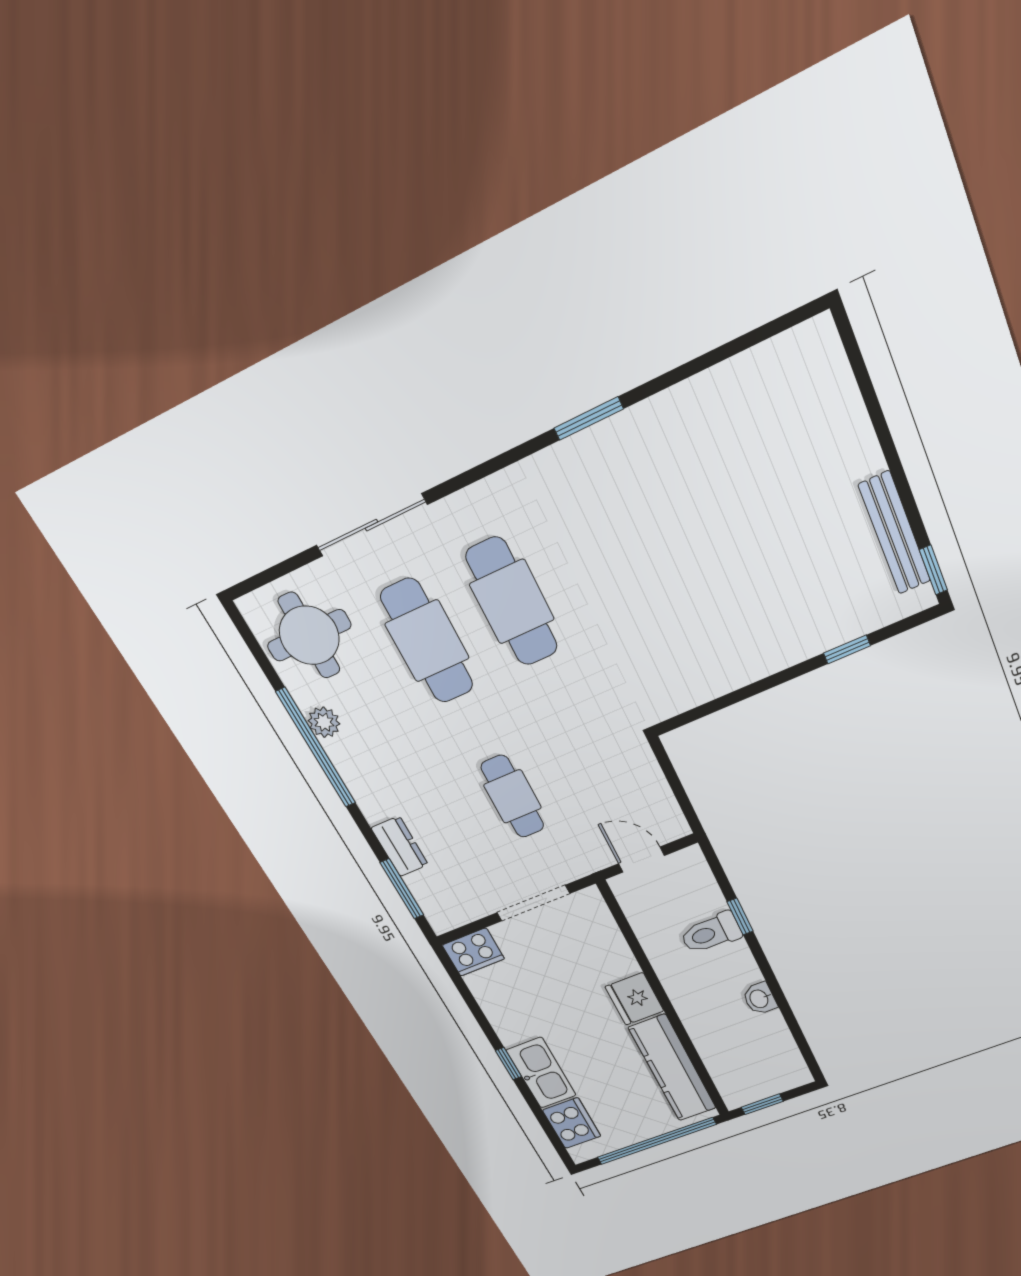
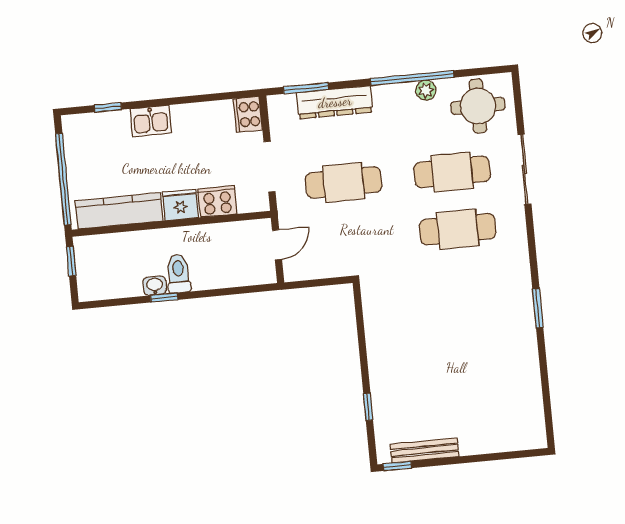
cafe table: (513, 796) -> (344, 182), width x1.37, depth x1.35
dresser: (400, 846) -> (335, 102), width x1.96, depth x1.24
window: (740, 916) -> (164, 298), moved
toilet: (711, 933) -> (178, 274), moved
window: (508, 1064) -> (108, 107), moved
kitchen sink: (541, 1073) -> (151, 121), width x0.73
cooker: (572, 1123) -> (217, 201), moved, turned 180

